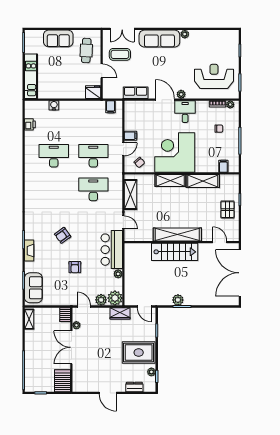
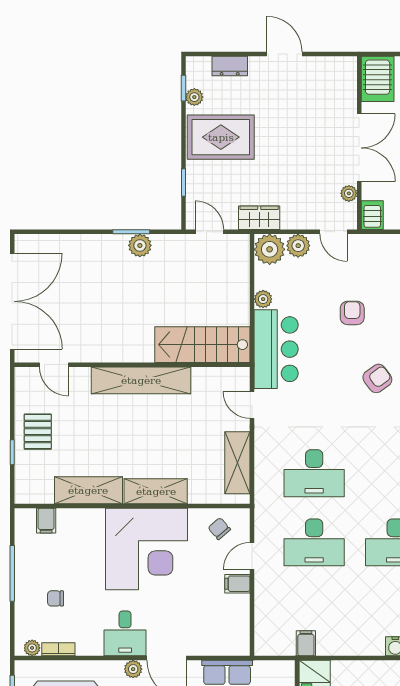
filing cabinet: (111, 107) -> (306, 643), moved
stairs: (175, 252) -> (202, 345), moved

